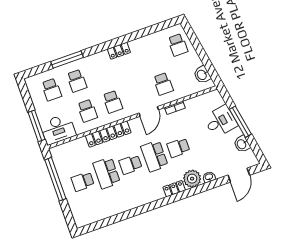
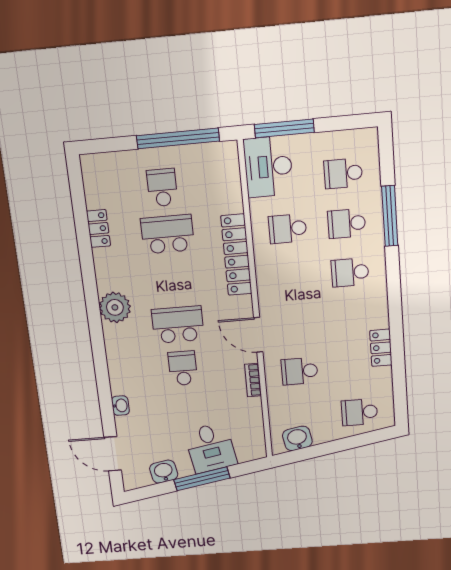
locker: (119, 51) -> (381, 348), moved
school desk: (113, 102) -> (350, 272), moved
school desk: (131, 165) -> (173, 280), removed
plant: (192, 179) -> (115, 307), moved
locker: (174, 189) -> (98, 229), moved

